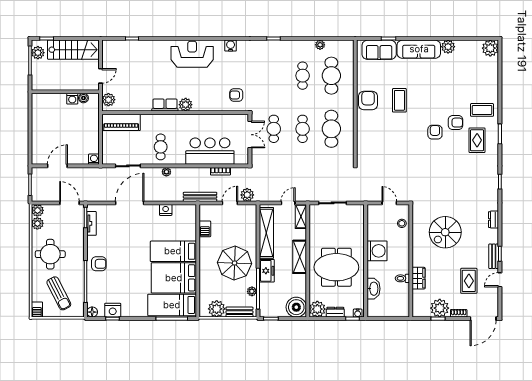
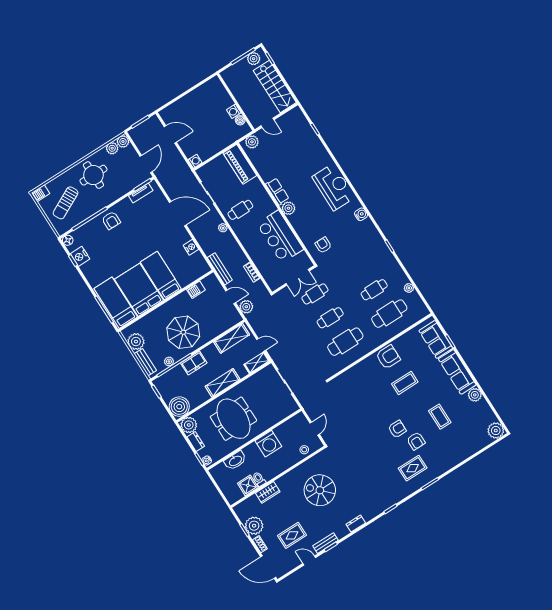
coffee table: (482, 110) -> (440, 417), moved
bar counter: (210, 151) -> (280, 237), moved, turned 180
shelving: (266, 233) -> (232, 338), width x0.68
shower: (402, 291) -> (248, 485), added

